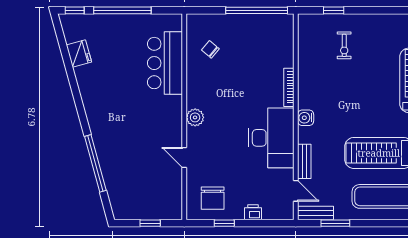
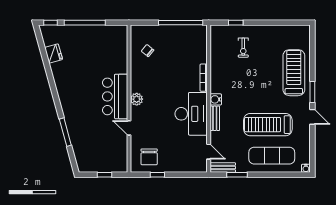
bar counter: (165, 63) -> (115, 96), moved
bench: (304, 161) -> (215, 118), moved
window: (95, 163) -> (65, 132), width x0.68
printer: (253, 212) -> (178, 167), removed

